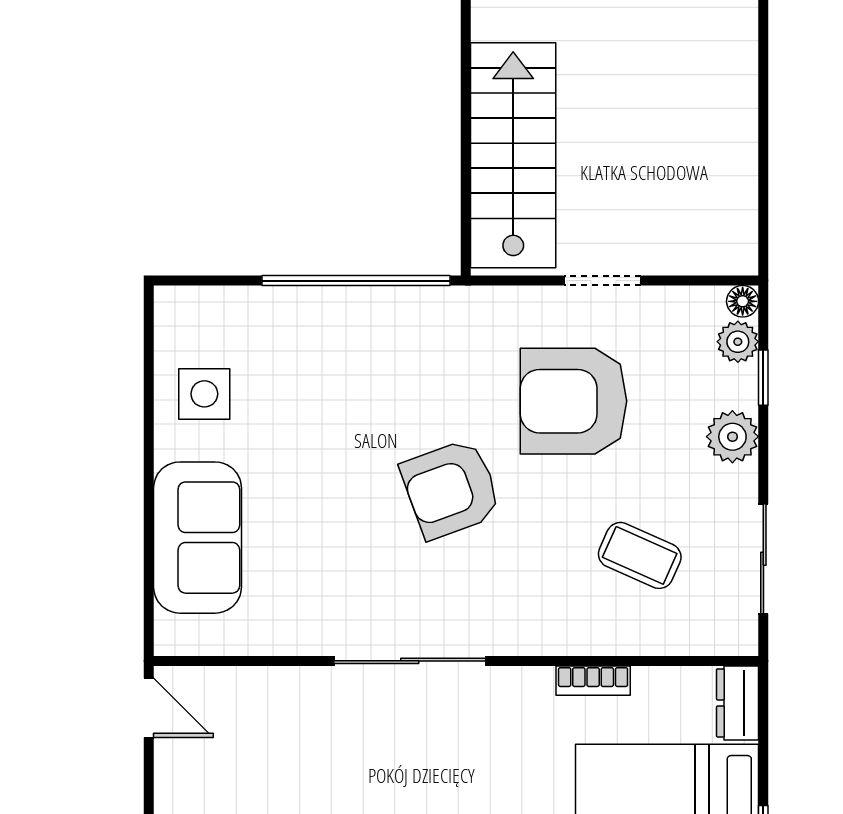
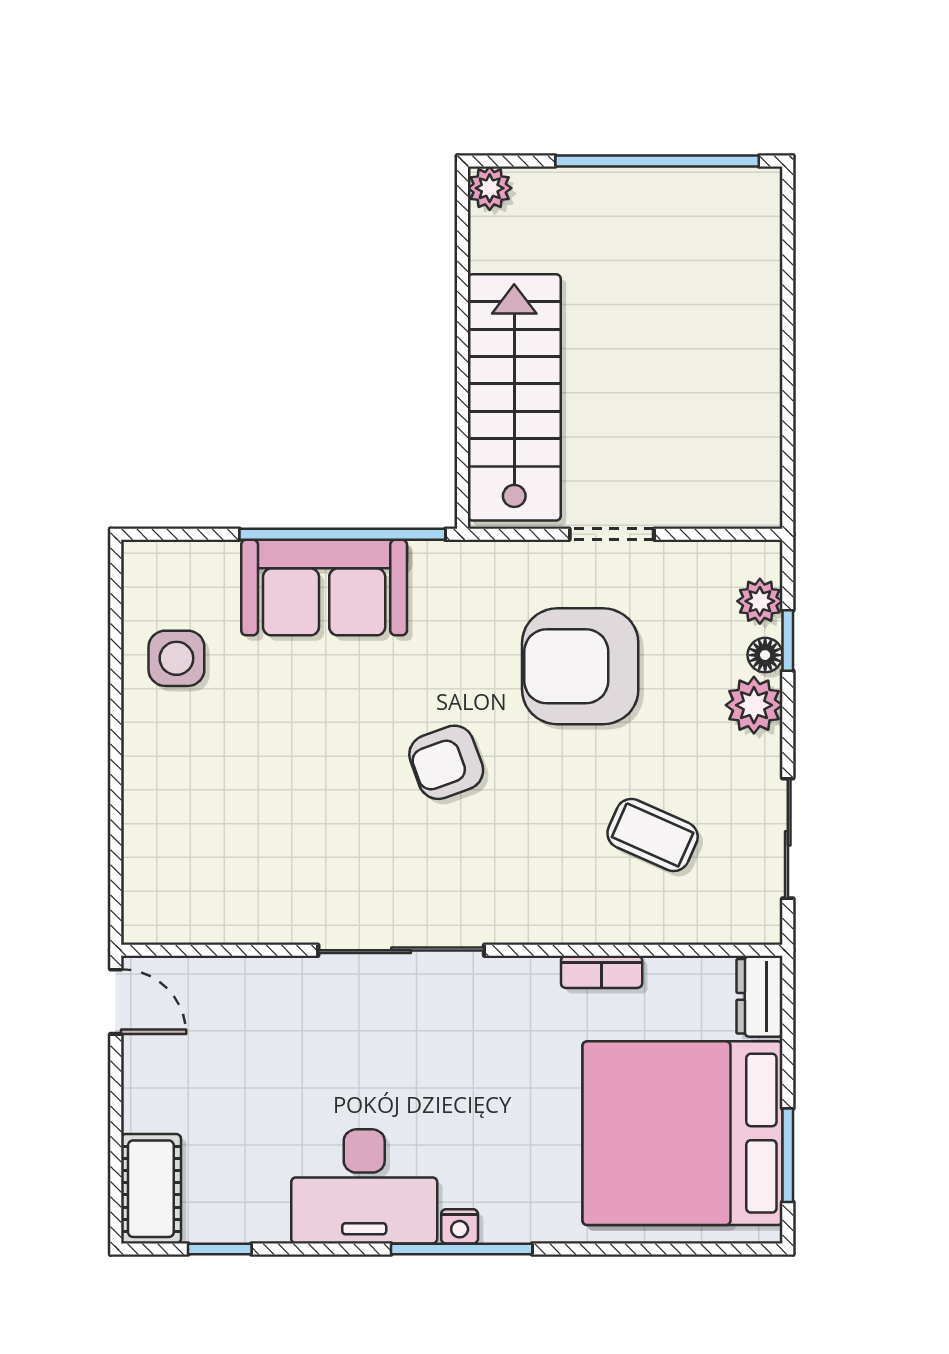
floor lamp: (743, 301) -> (765, 655), moved
armchair: (451, 489) -> (446, 762), width x0.72, depth x0.72
sofa: (198, 538) -> (324, 588), moved, turned 90

